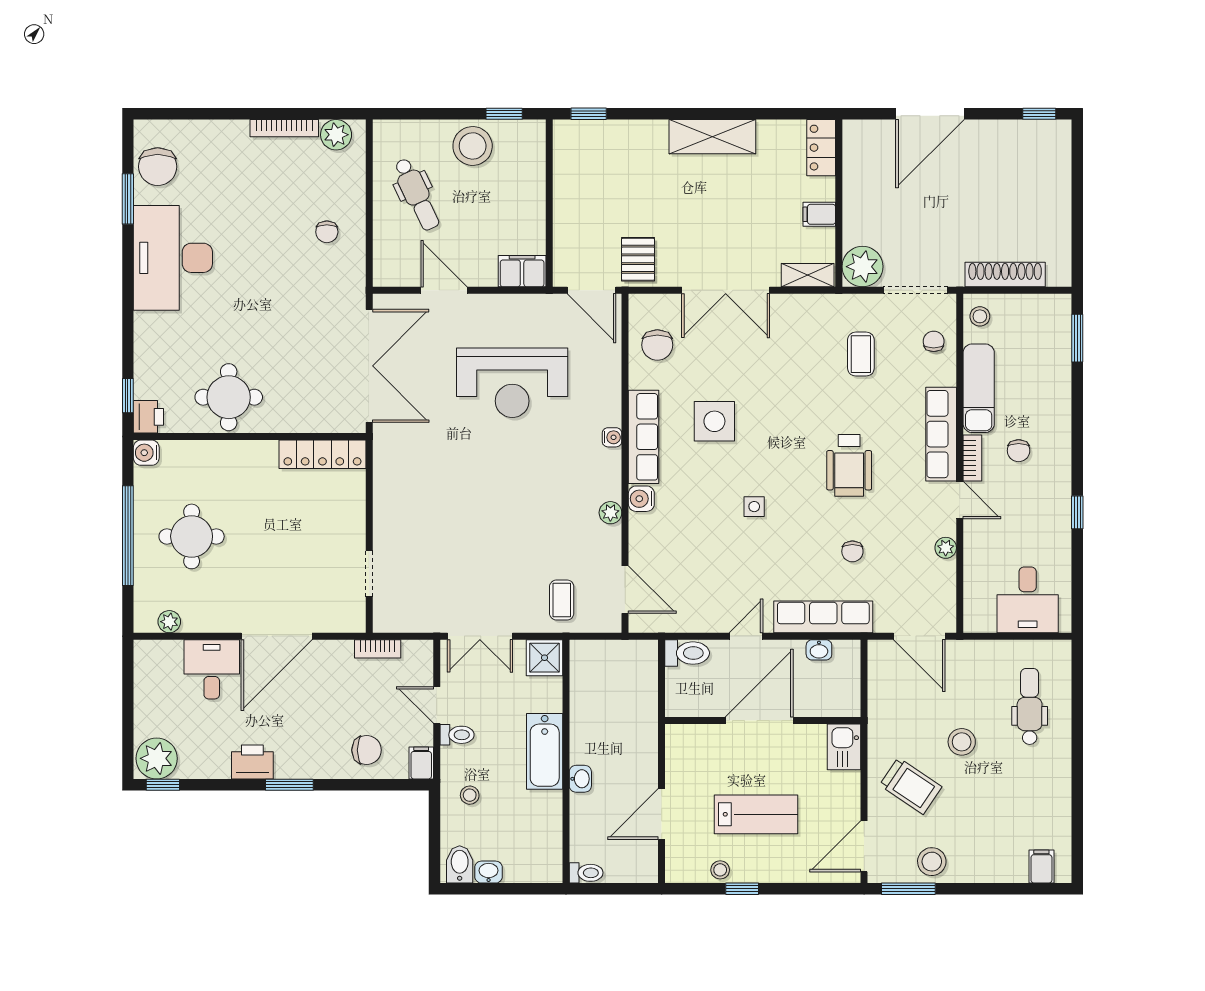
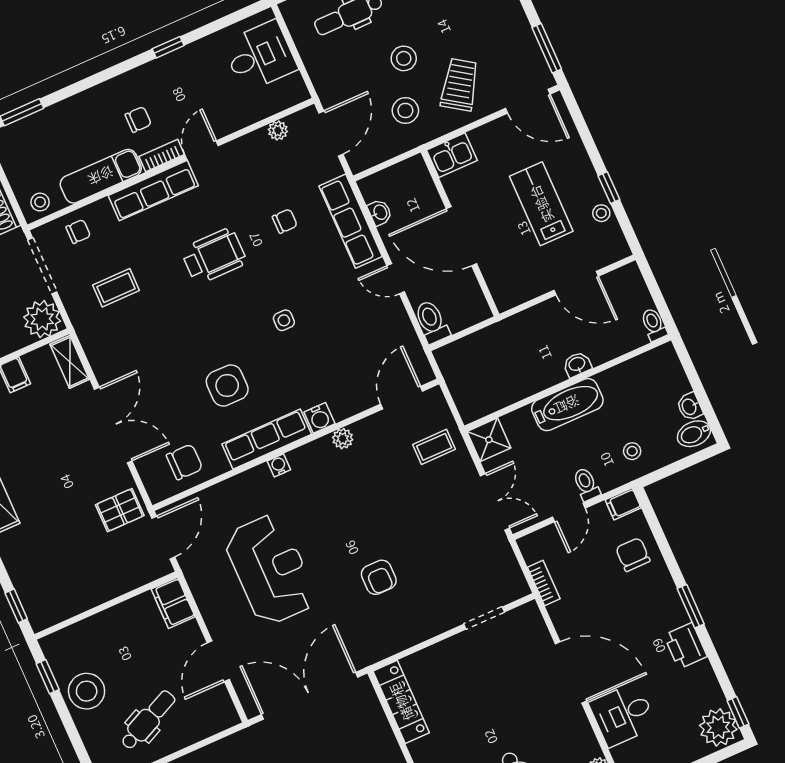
chair: (934, 341) -> (78, 231), turned 180
armchair: (456, 487) -> (379, 577), added
plant: (946, 548) -> (278, 130), moved
stool: (932, 862) -> (405, 110), moved

